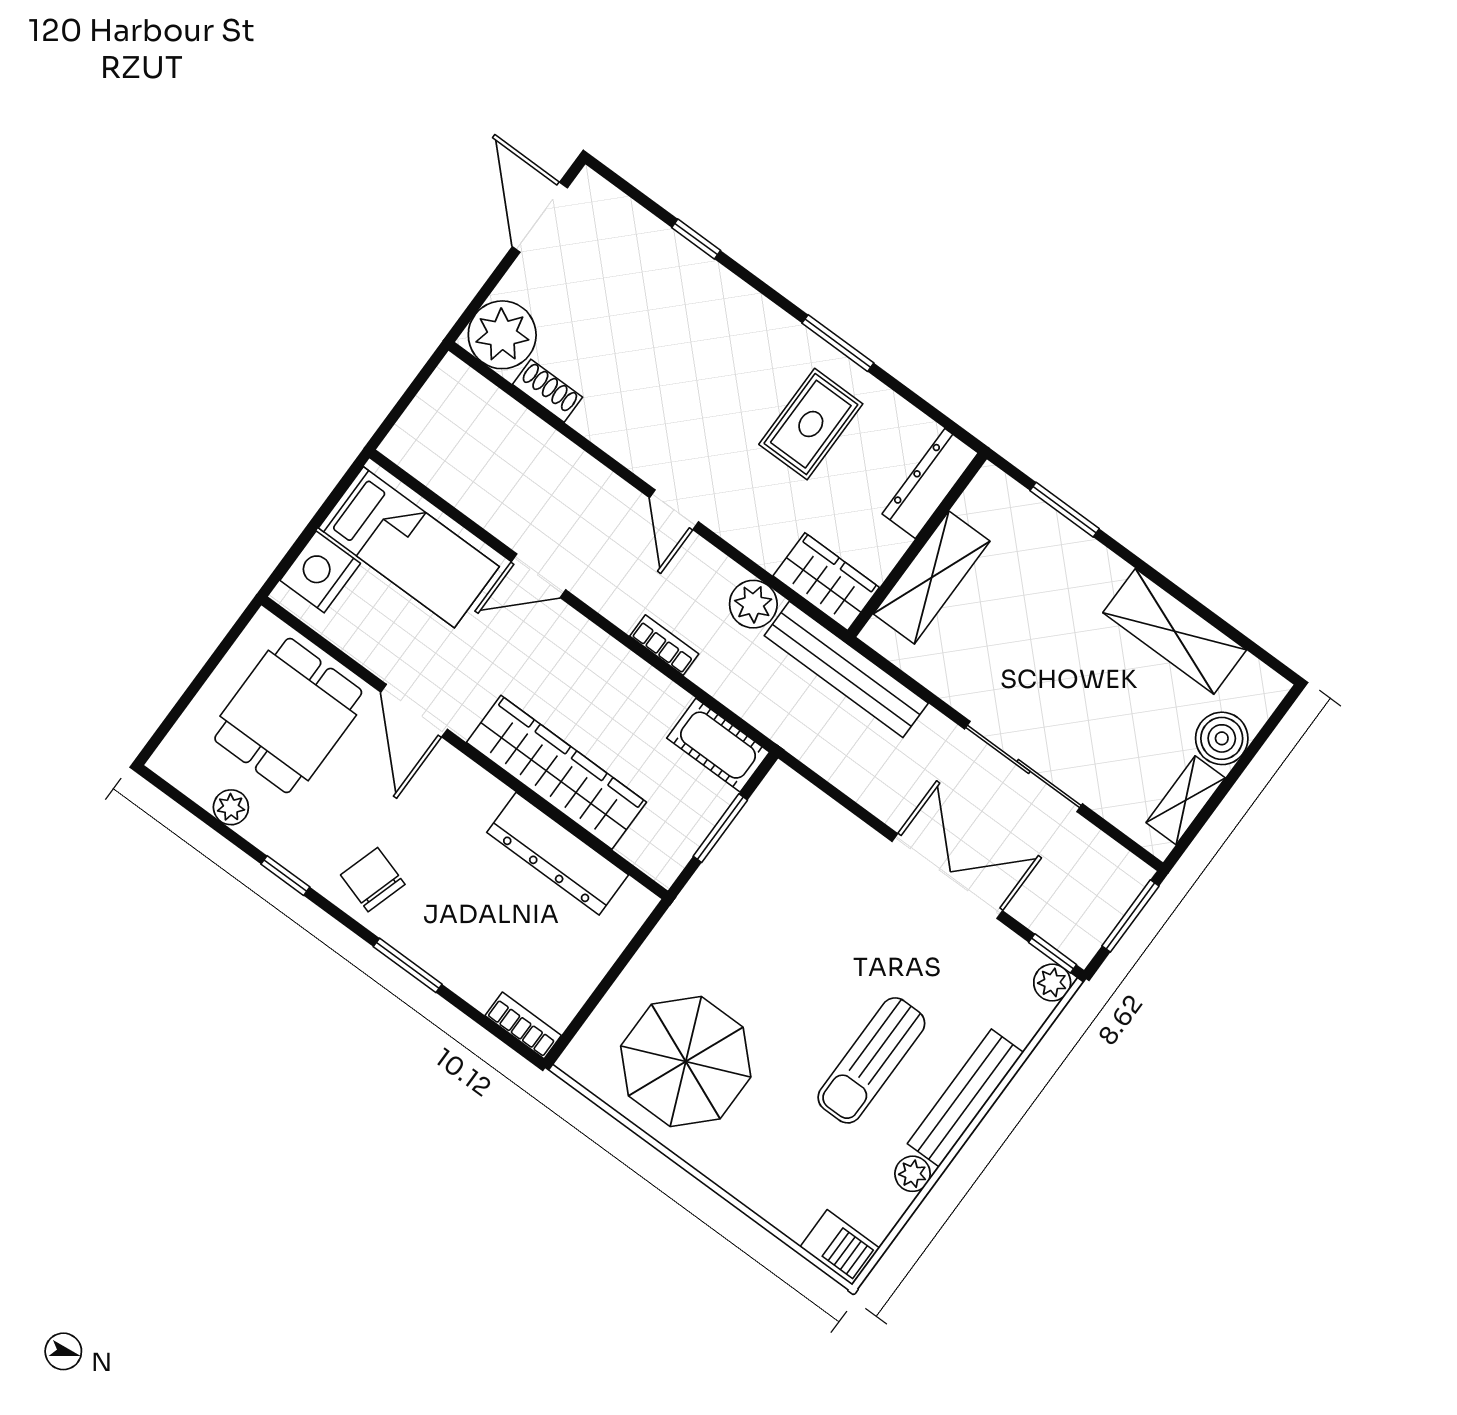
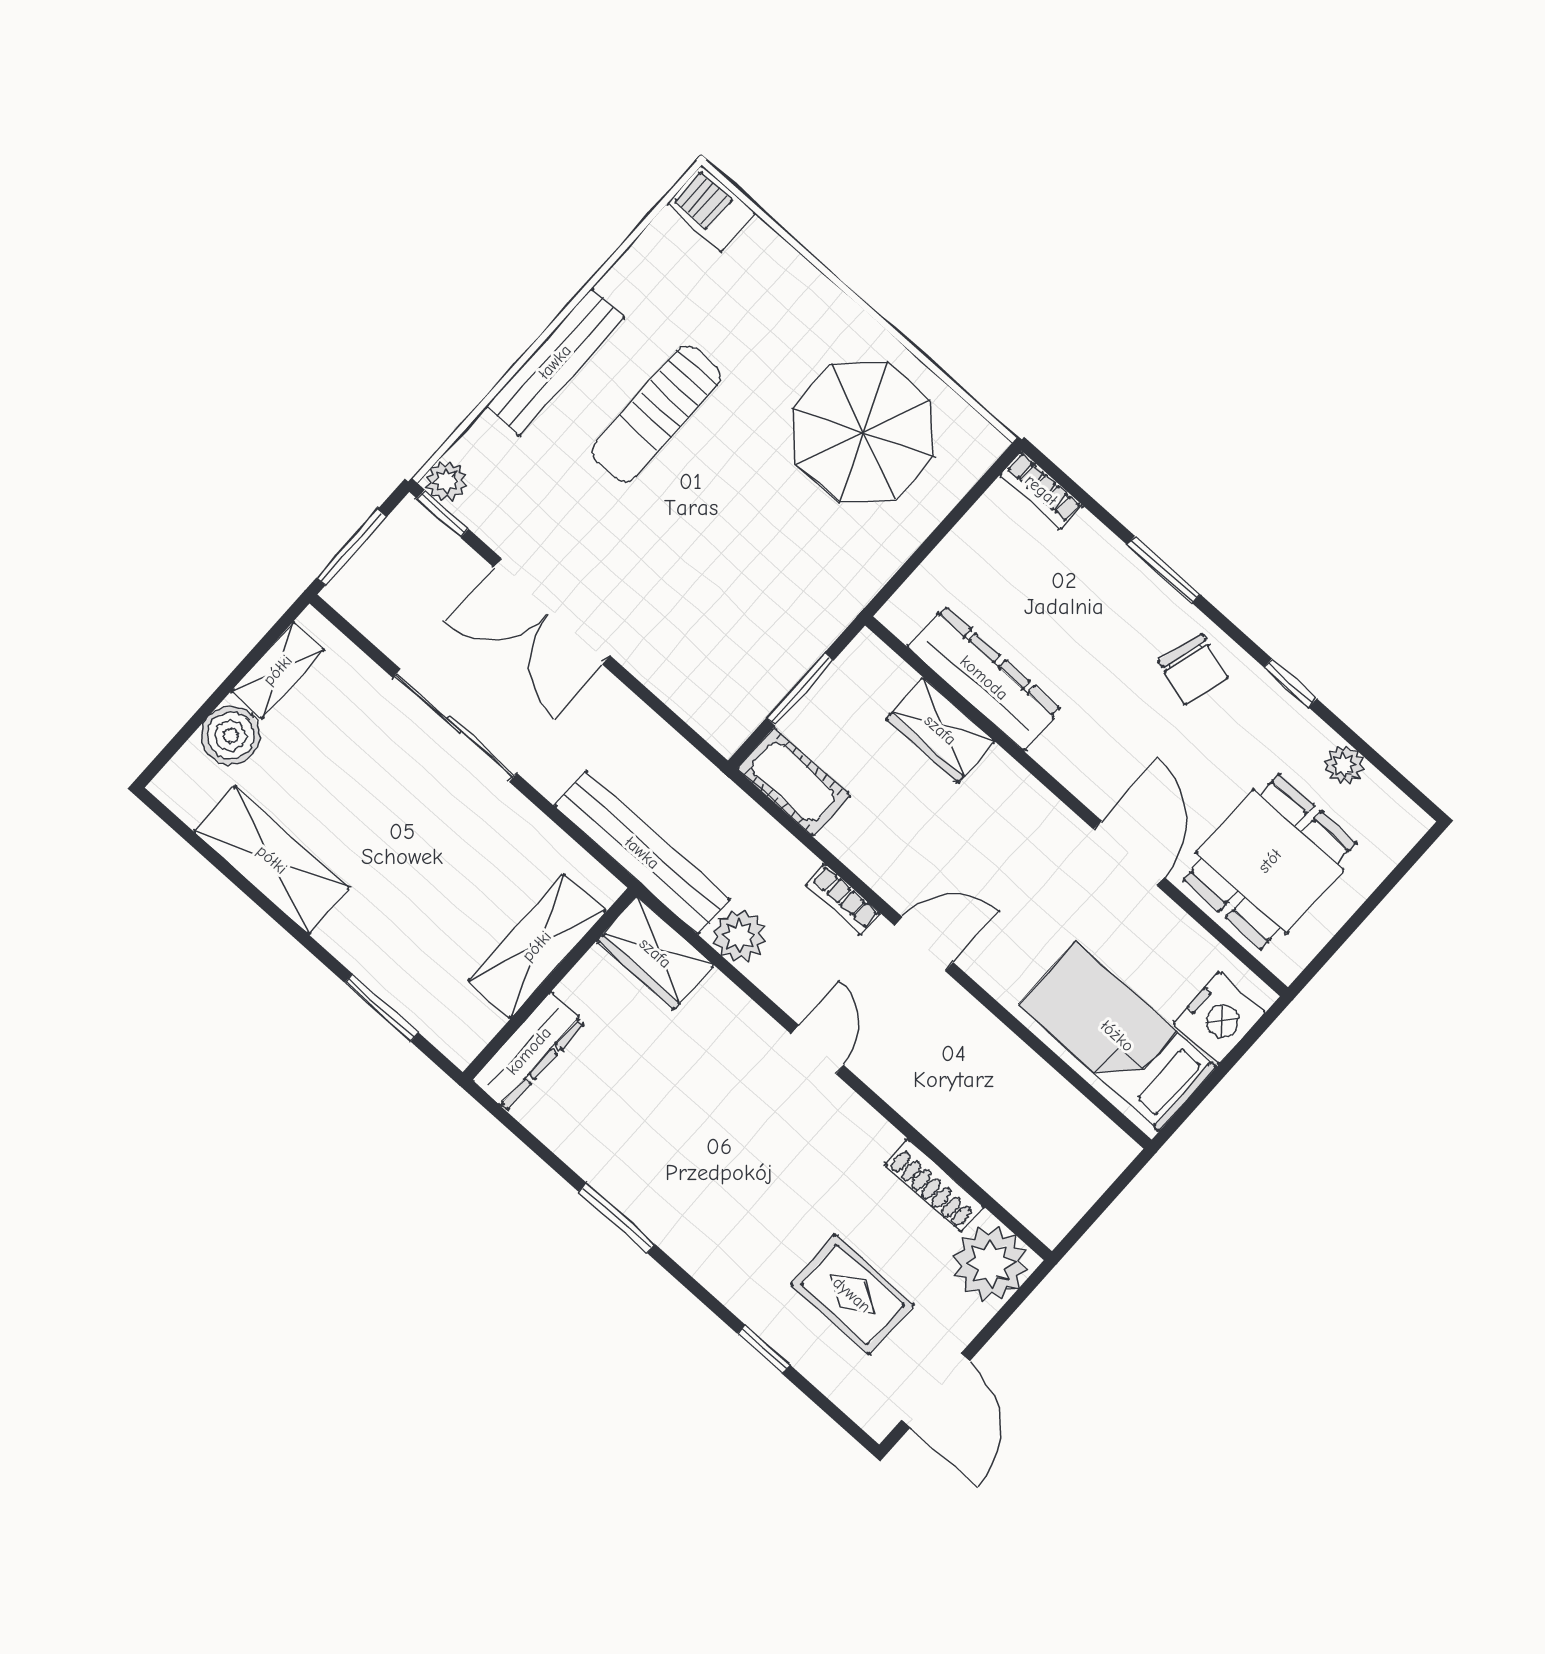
shoe rack: (548, 391) -> (934, 1186), width x1.43
rug: (811, 424) -> (852, 1295), moved, turned 90
door: (538, 576) -> (924, 944), moved
wardrobe: (556, 772) -> (940, 730), width x0.48, depth x0.85
sun lounger: (871, 1060) -> (656, 414), turned 180
plant: (913, 1174) -> (623, 283), removed

